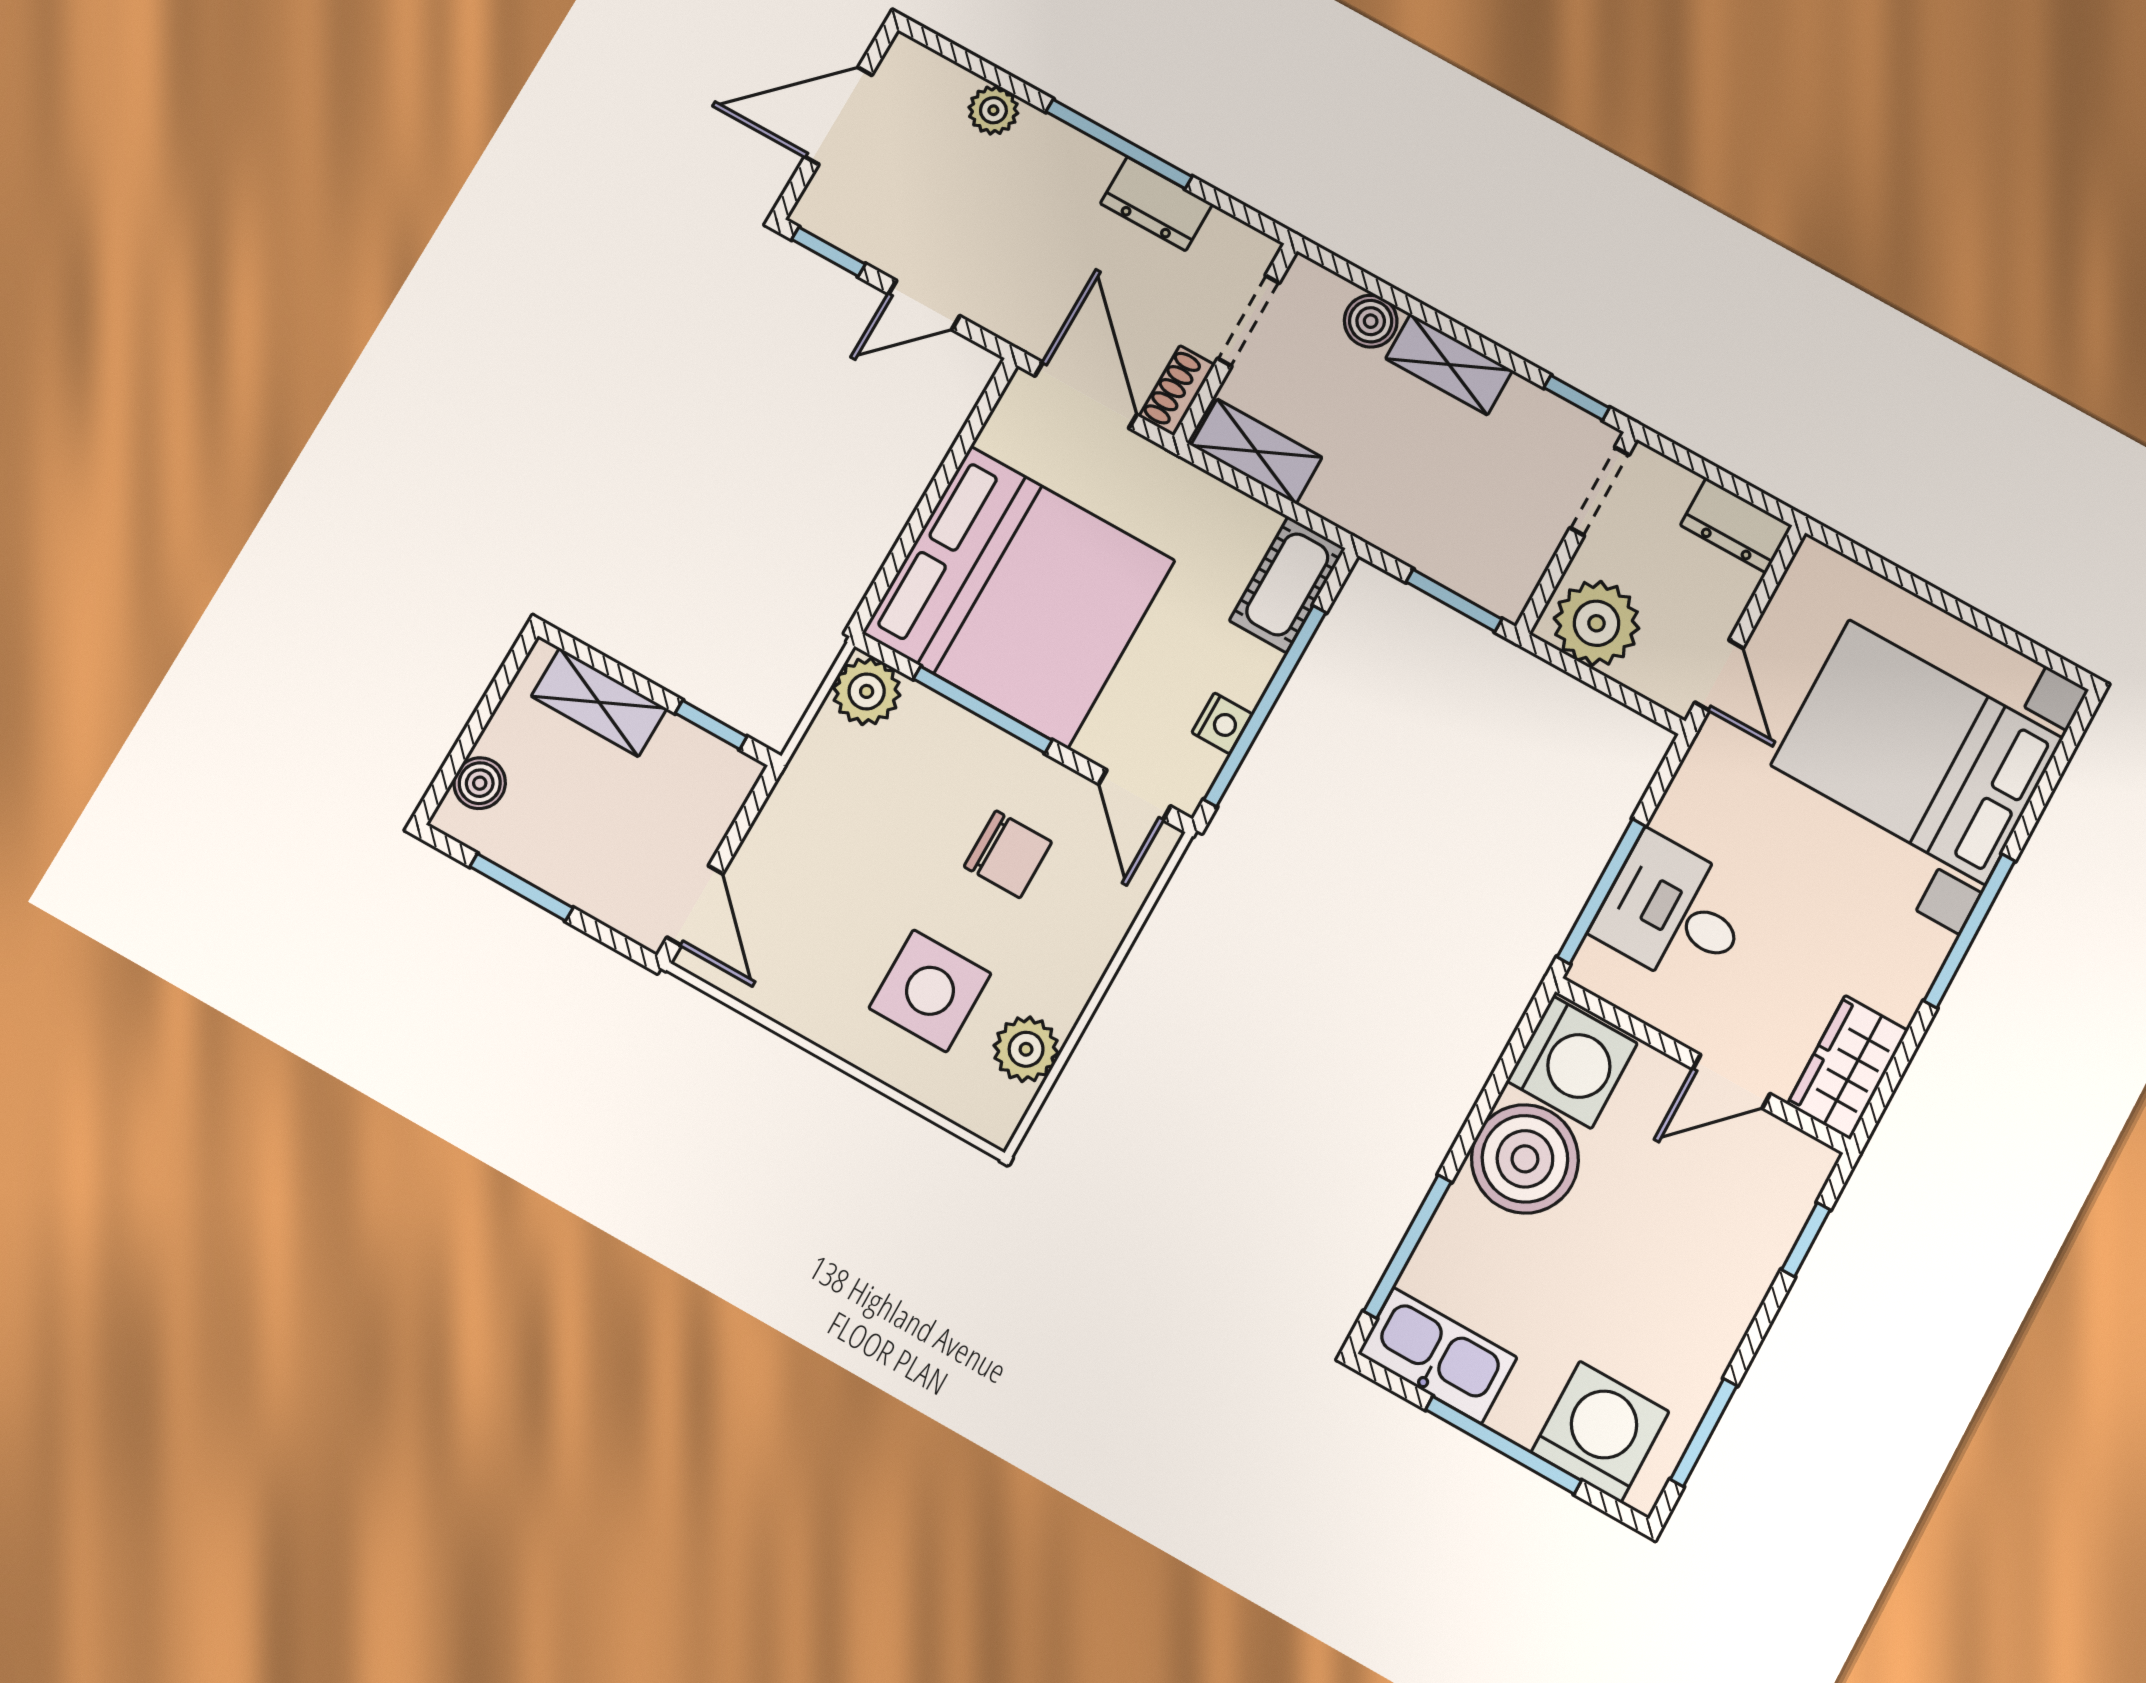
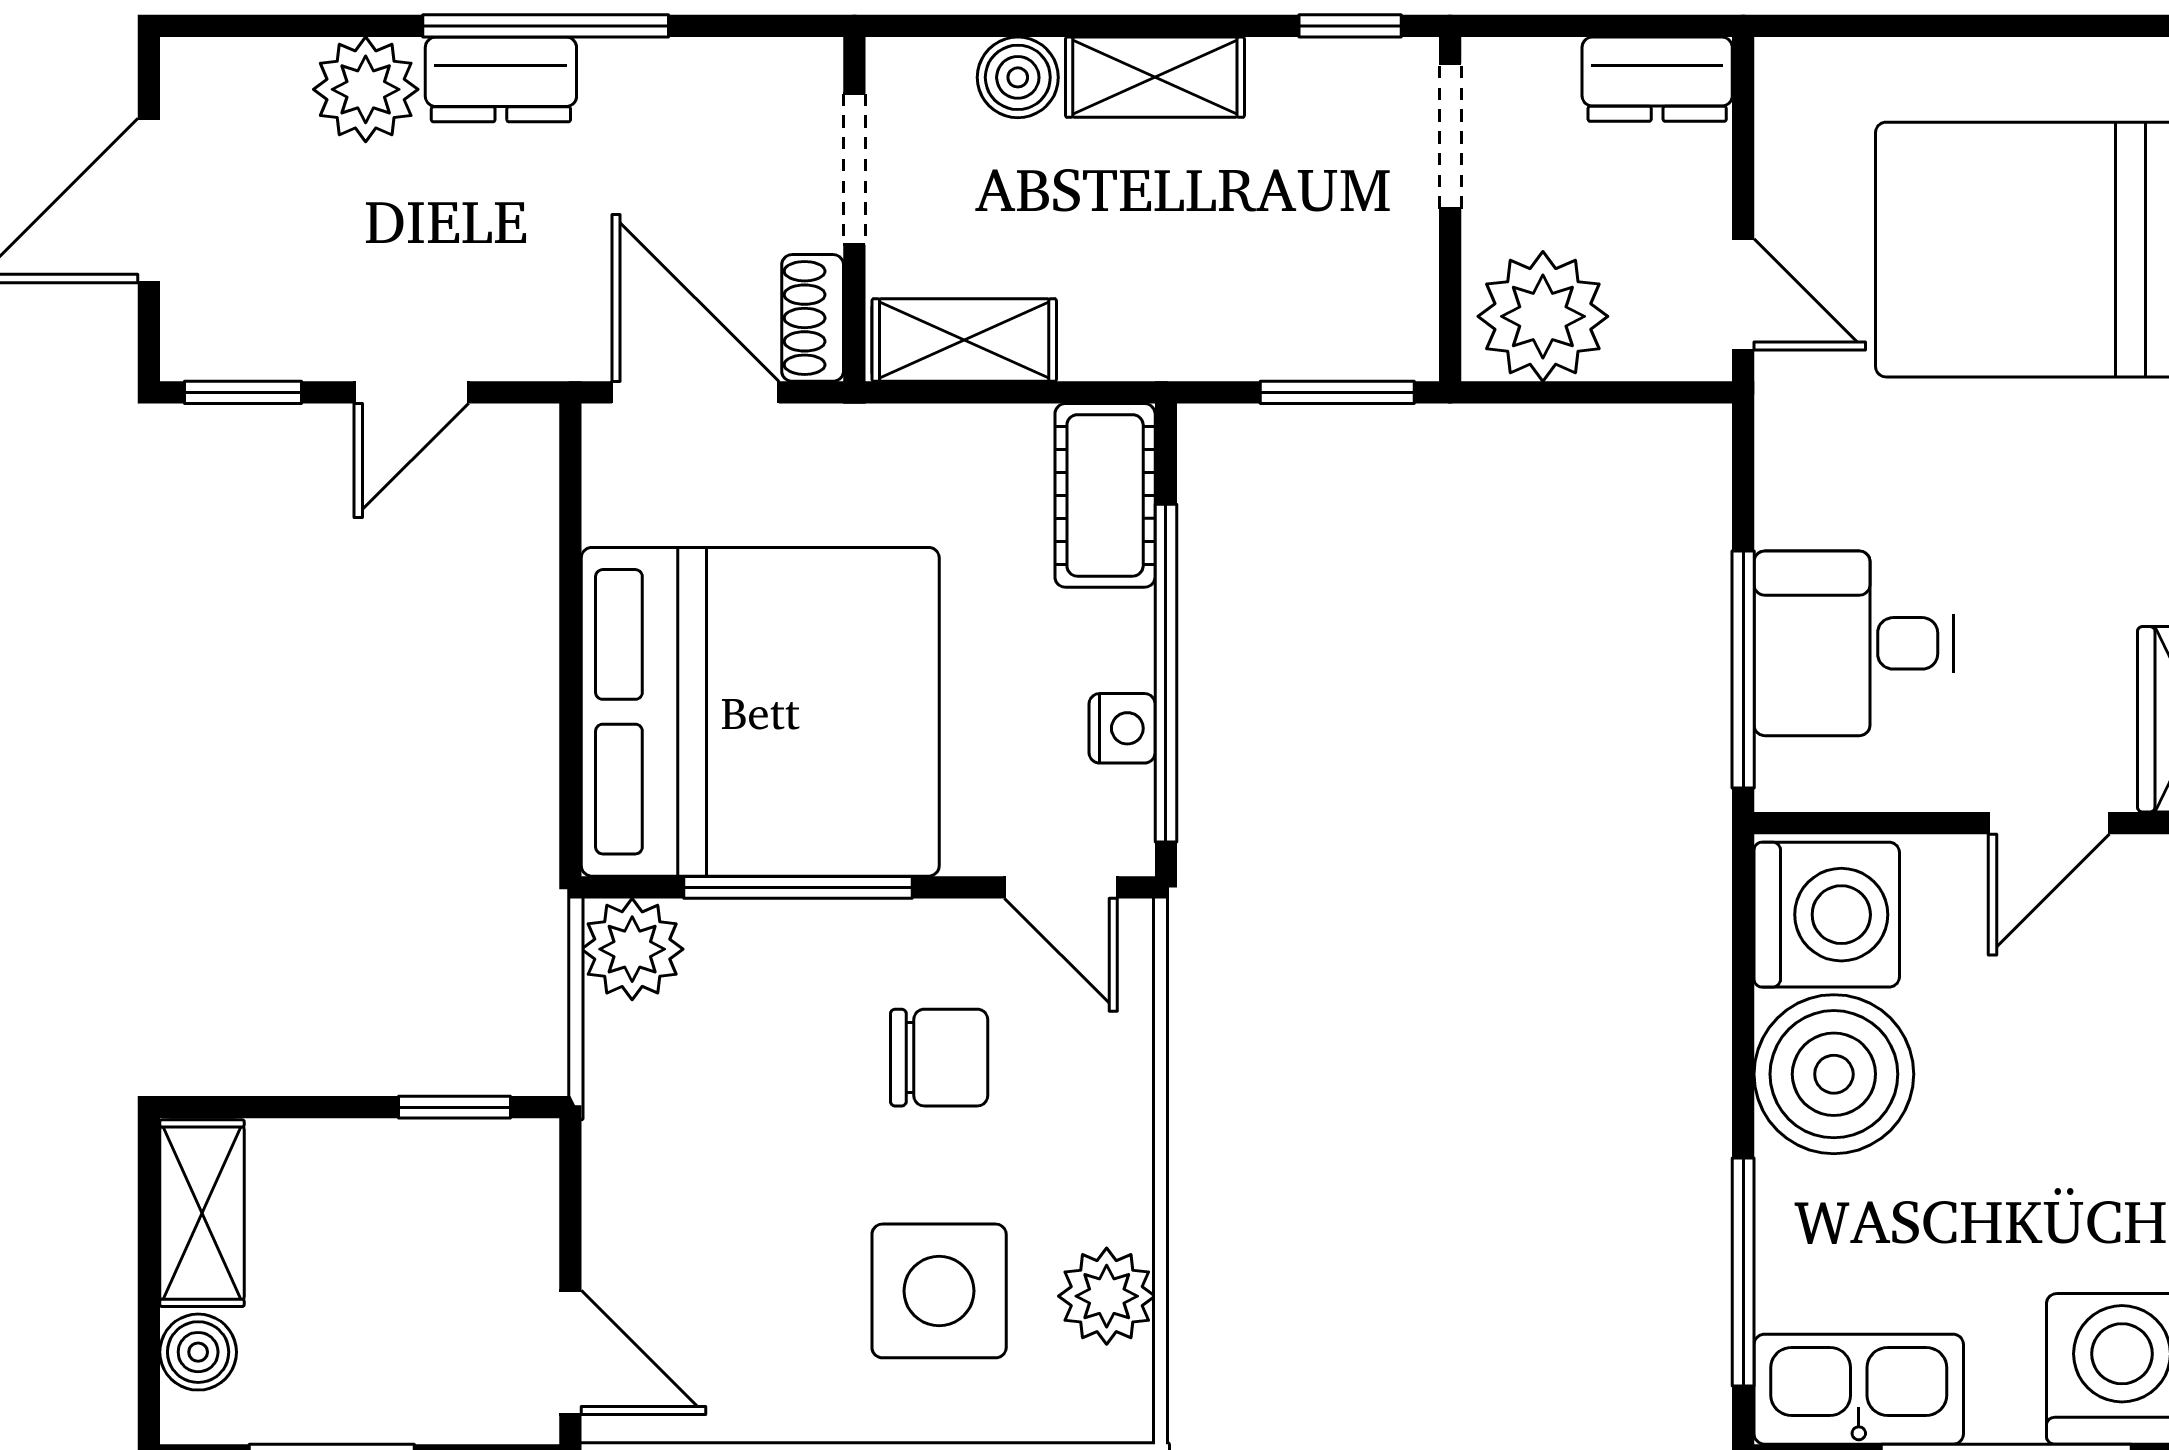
plant: (993, 110) -> (366, 89), width x1.38, depth x1.38
dresser: (1156, 204) -> (501, 79), moved
shelving: (599, 702) -> (202, 1213), moved, turned 90

